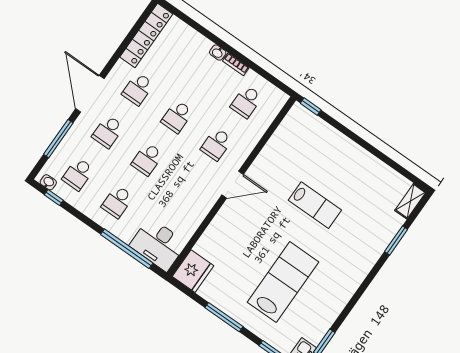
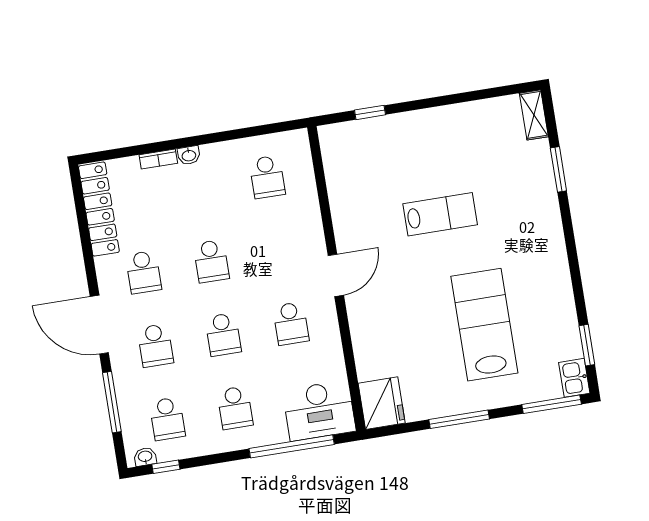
bookcase: (236, 64) -> (158, 159), moved
window: (311, 107) -> (370, 112), moved
school desk: (216, 144) -> (291, 324), moved

